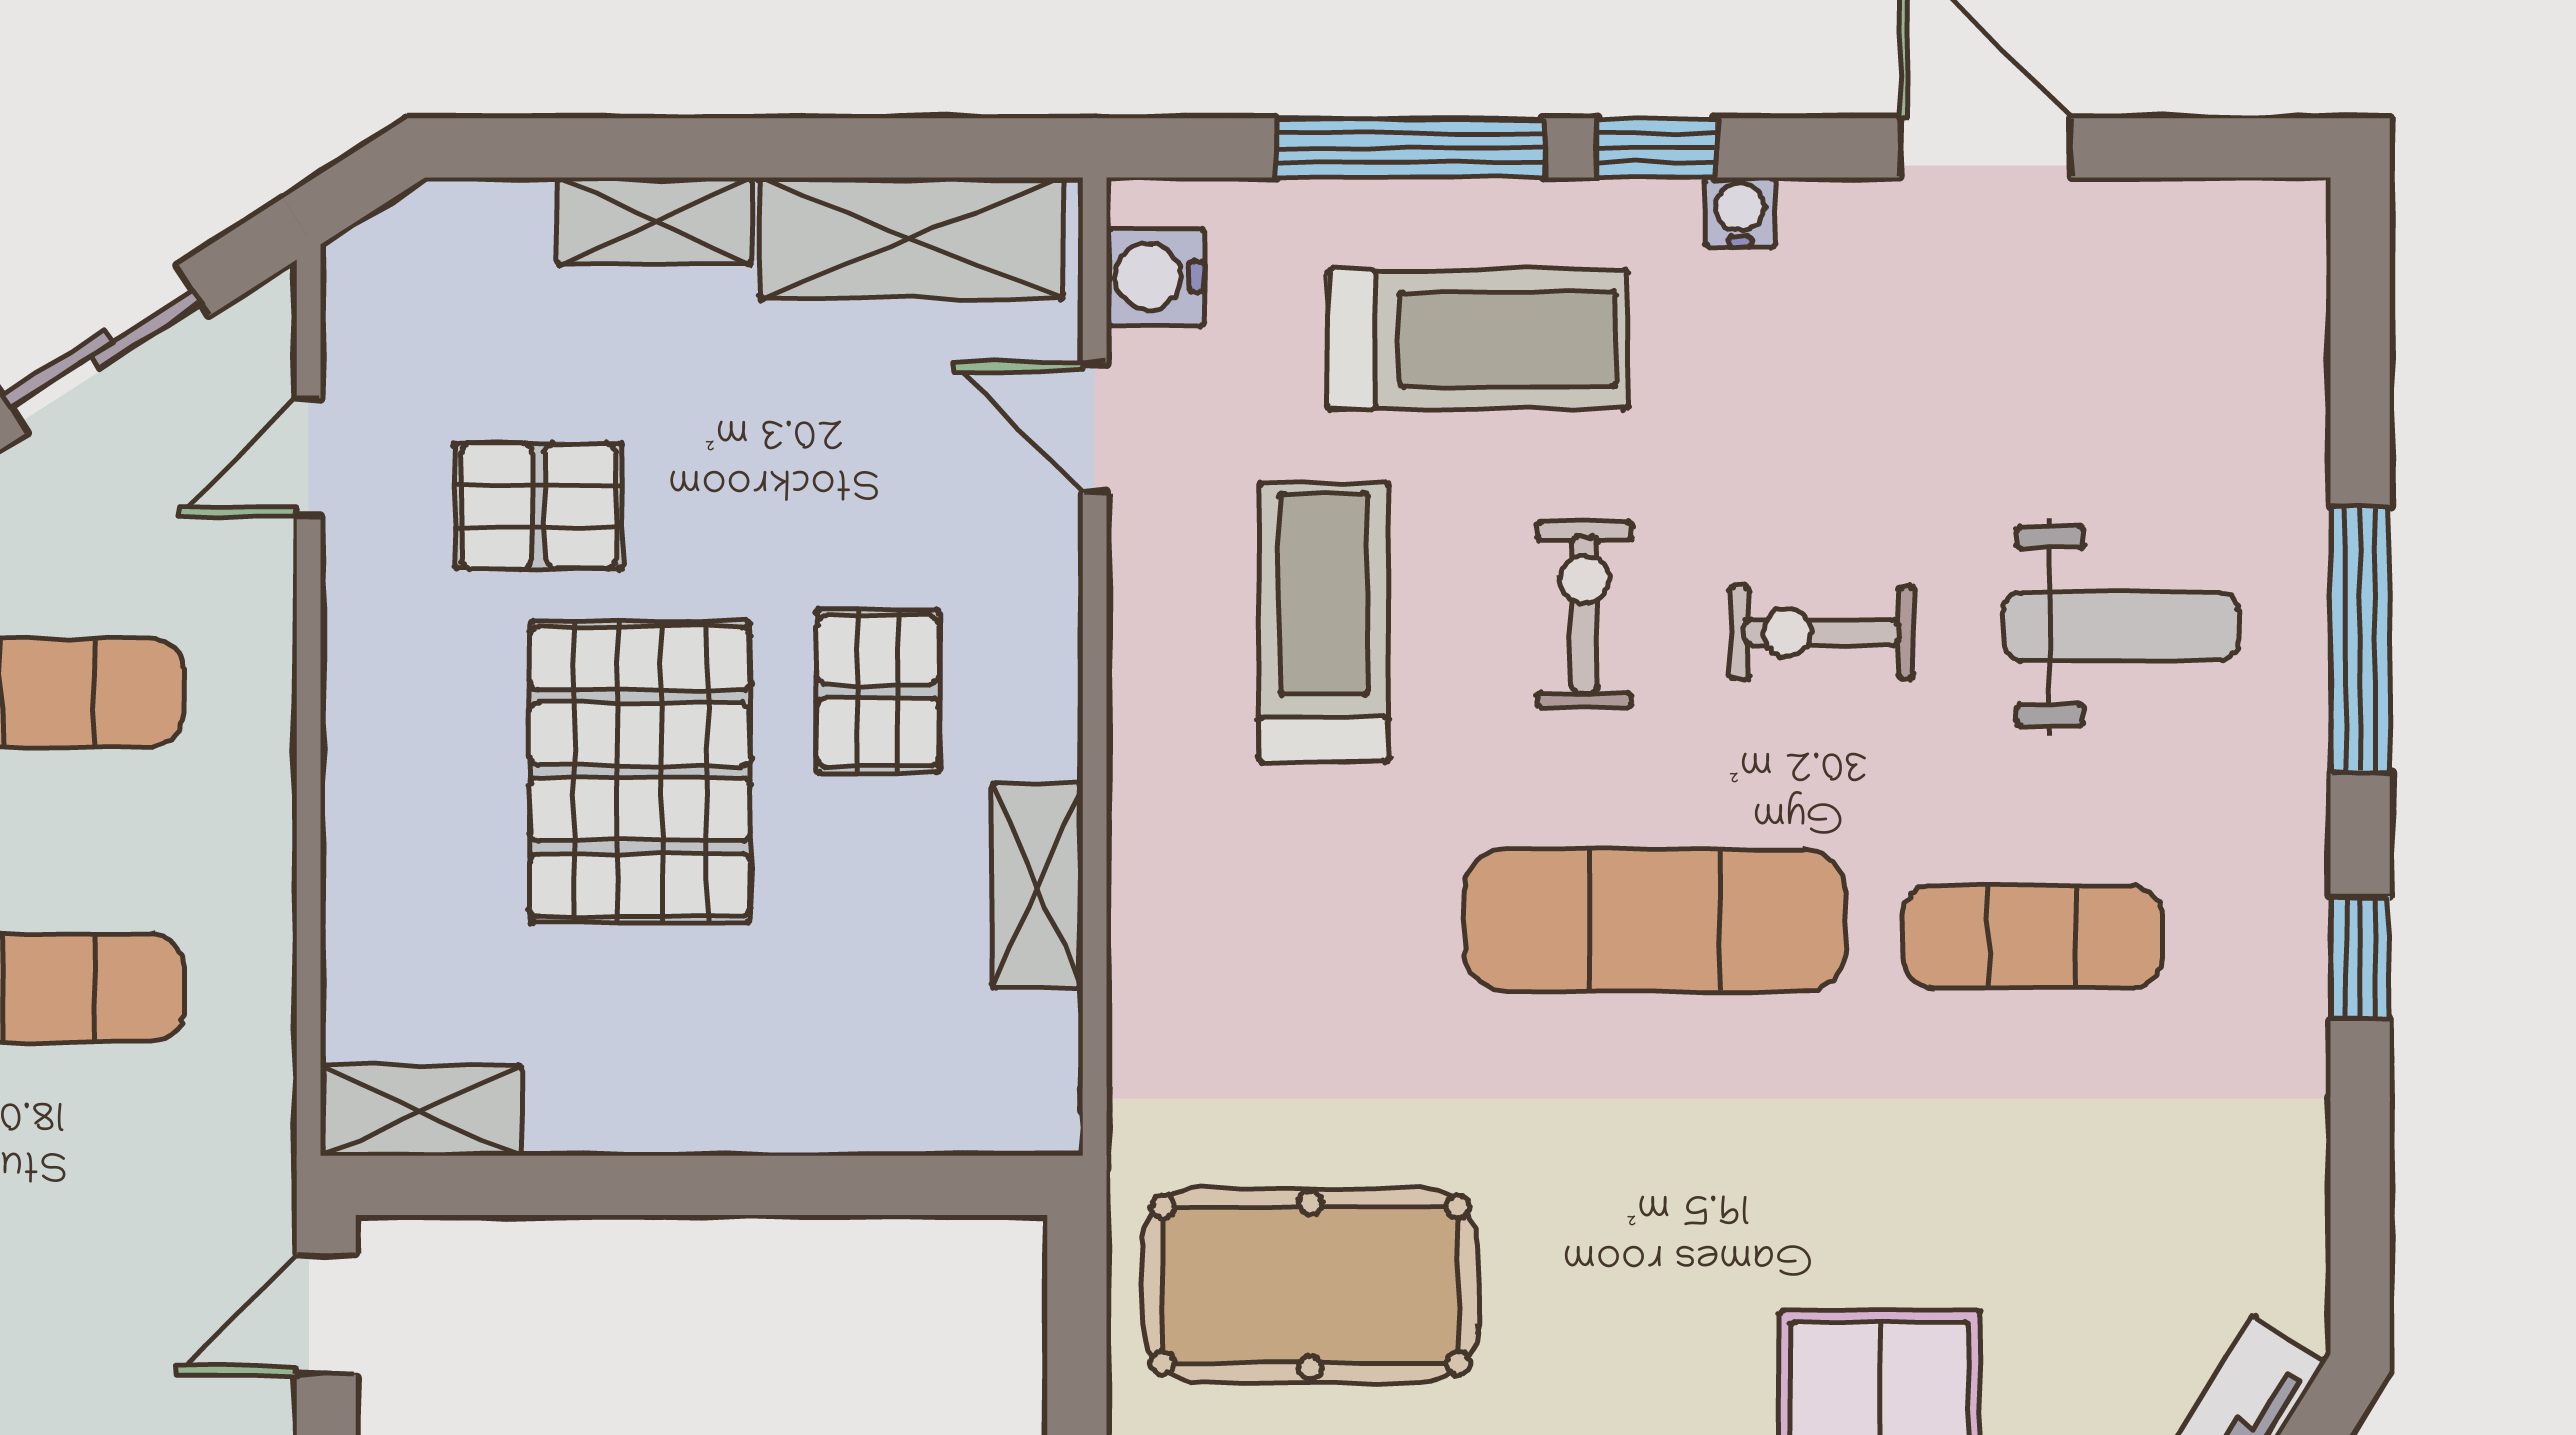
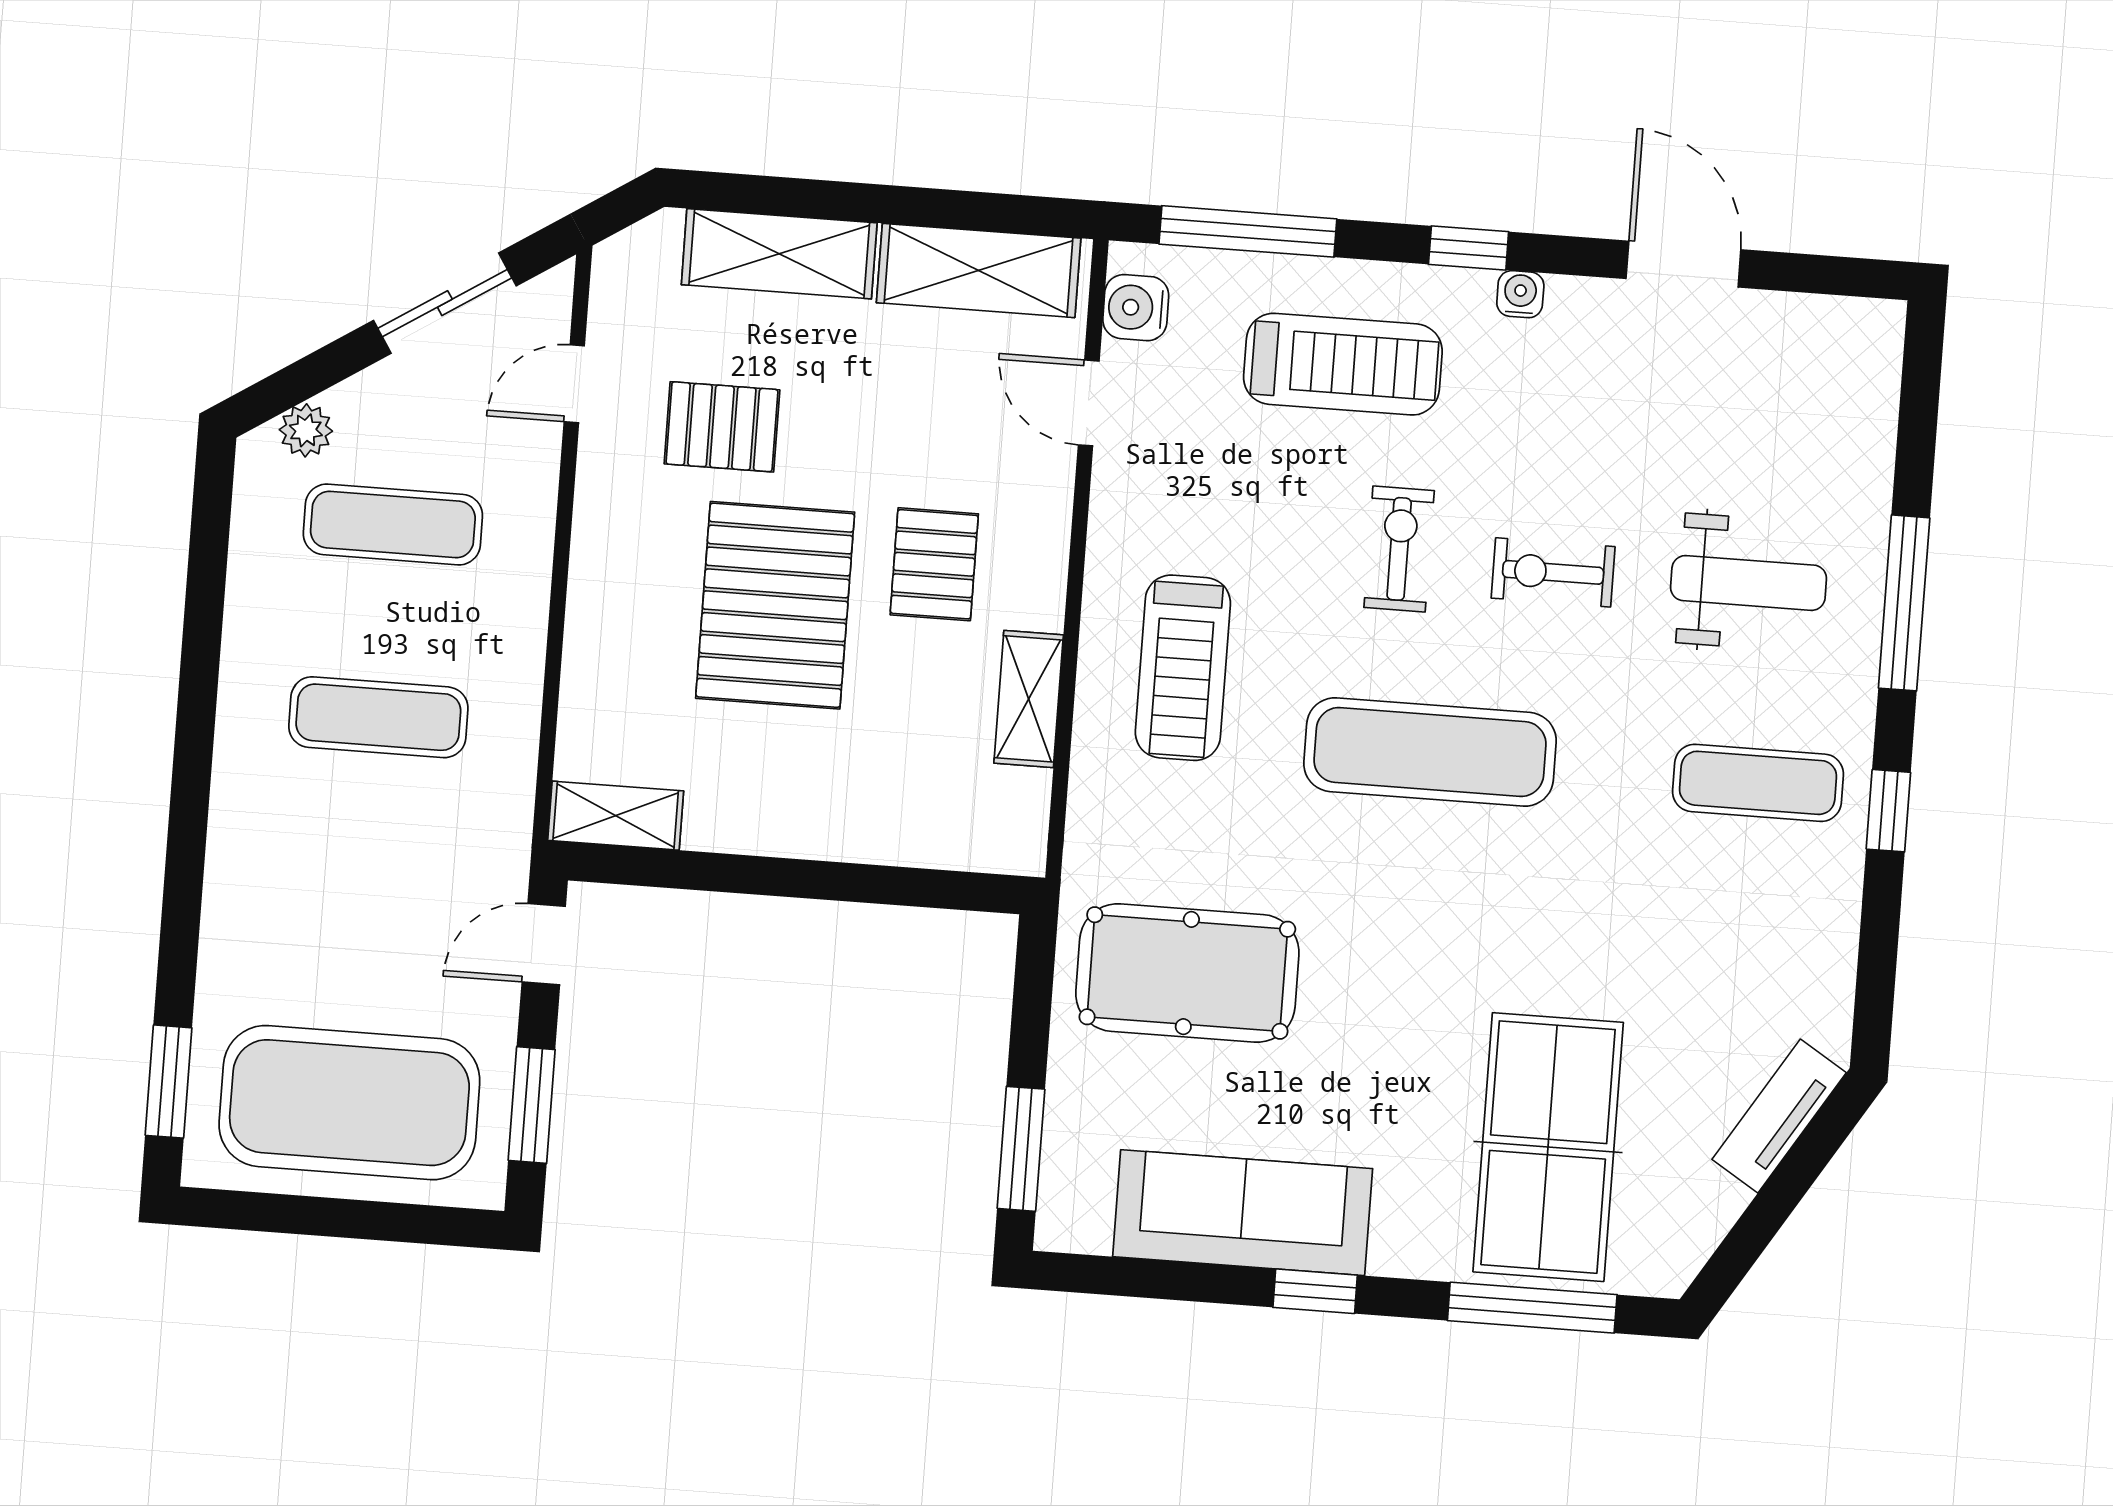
window: (1410, 148) -> (1248, 231), moved
shelving: (654, 221) -> (779, 254), width x1.50, depth x1.33
treadmill: (1324, 622) -> (1183, 668), moved, turned 180
exercise mat: (2032, 937) -> (1758, 783), moved

